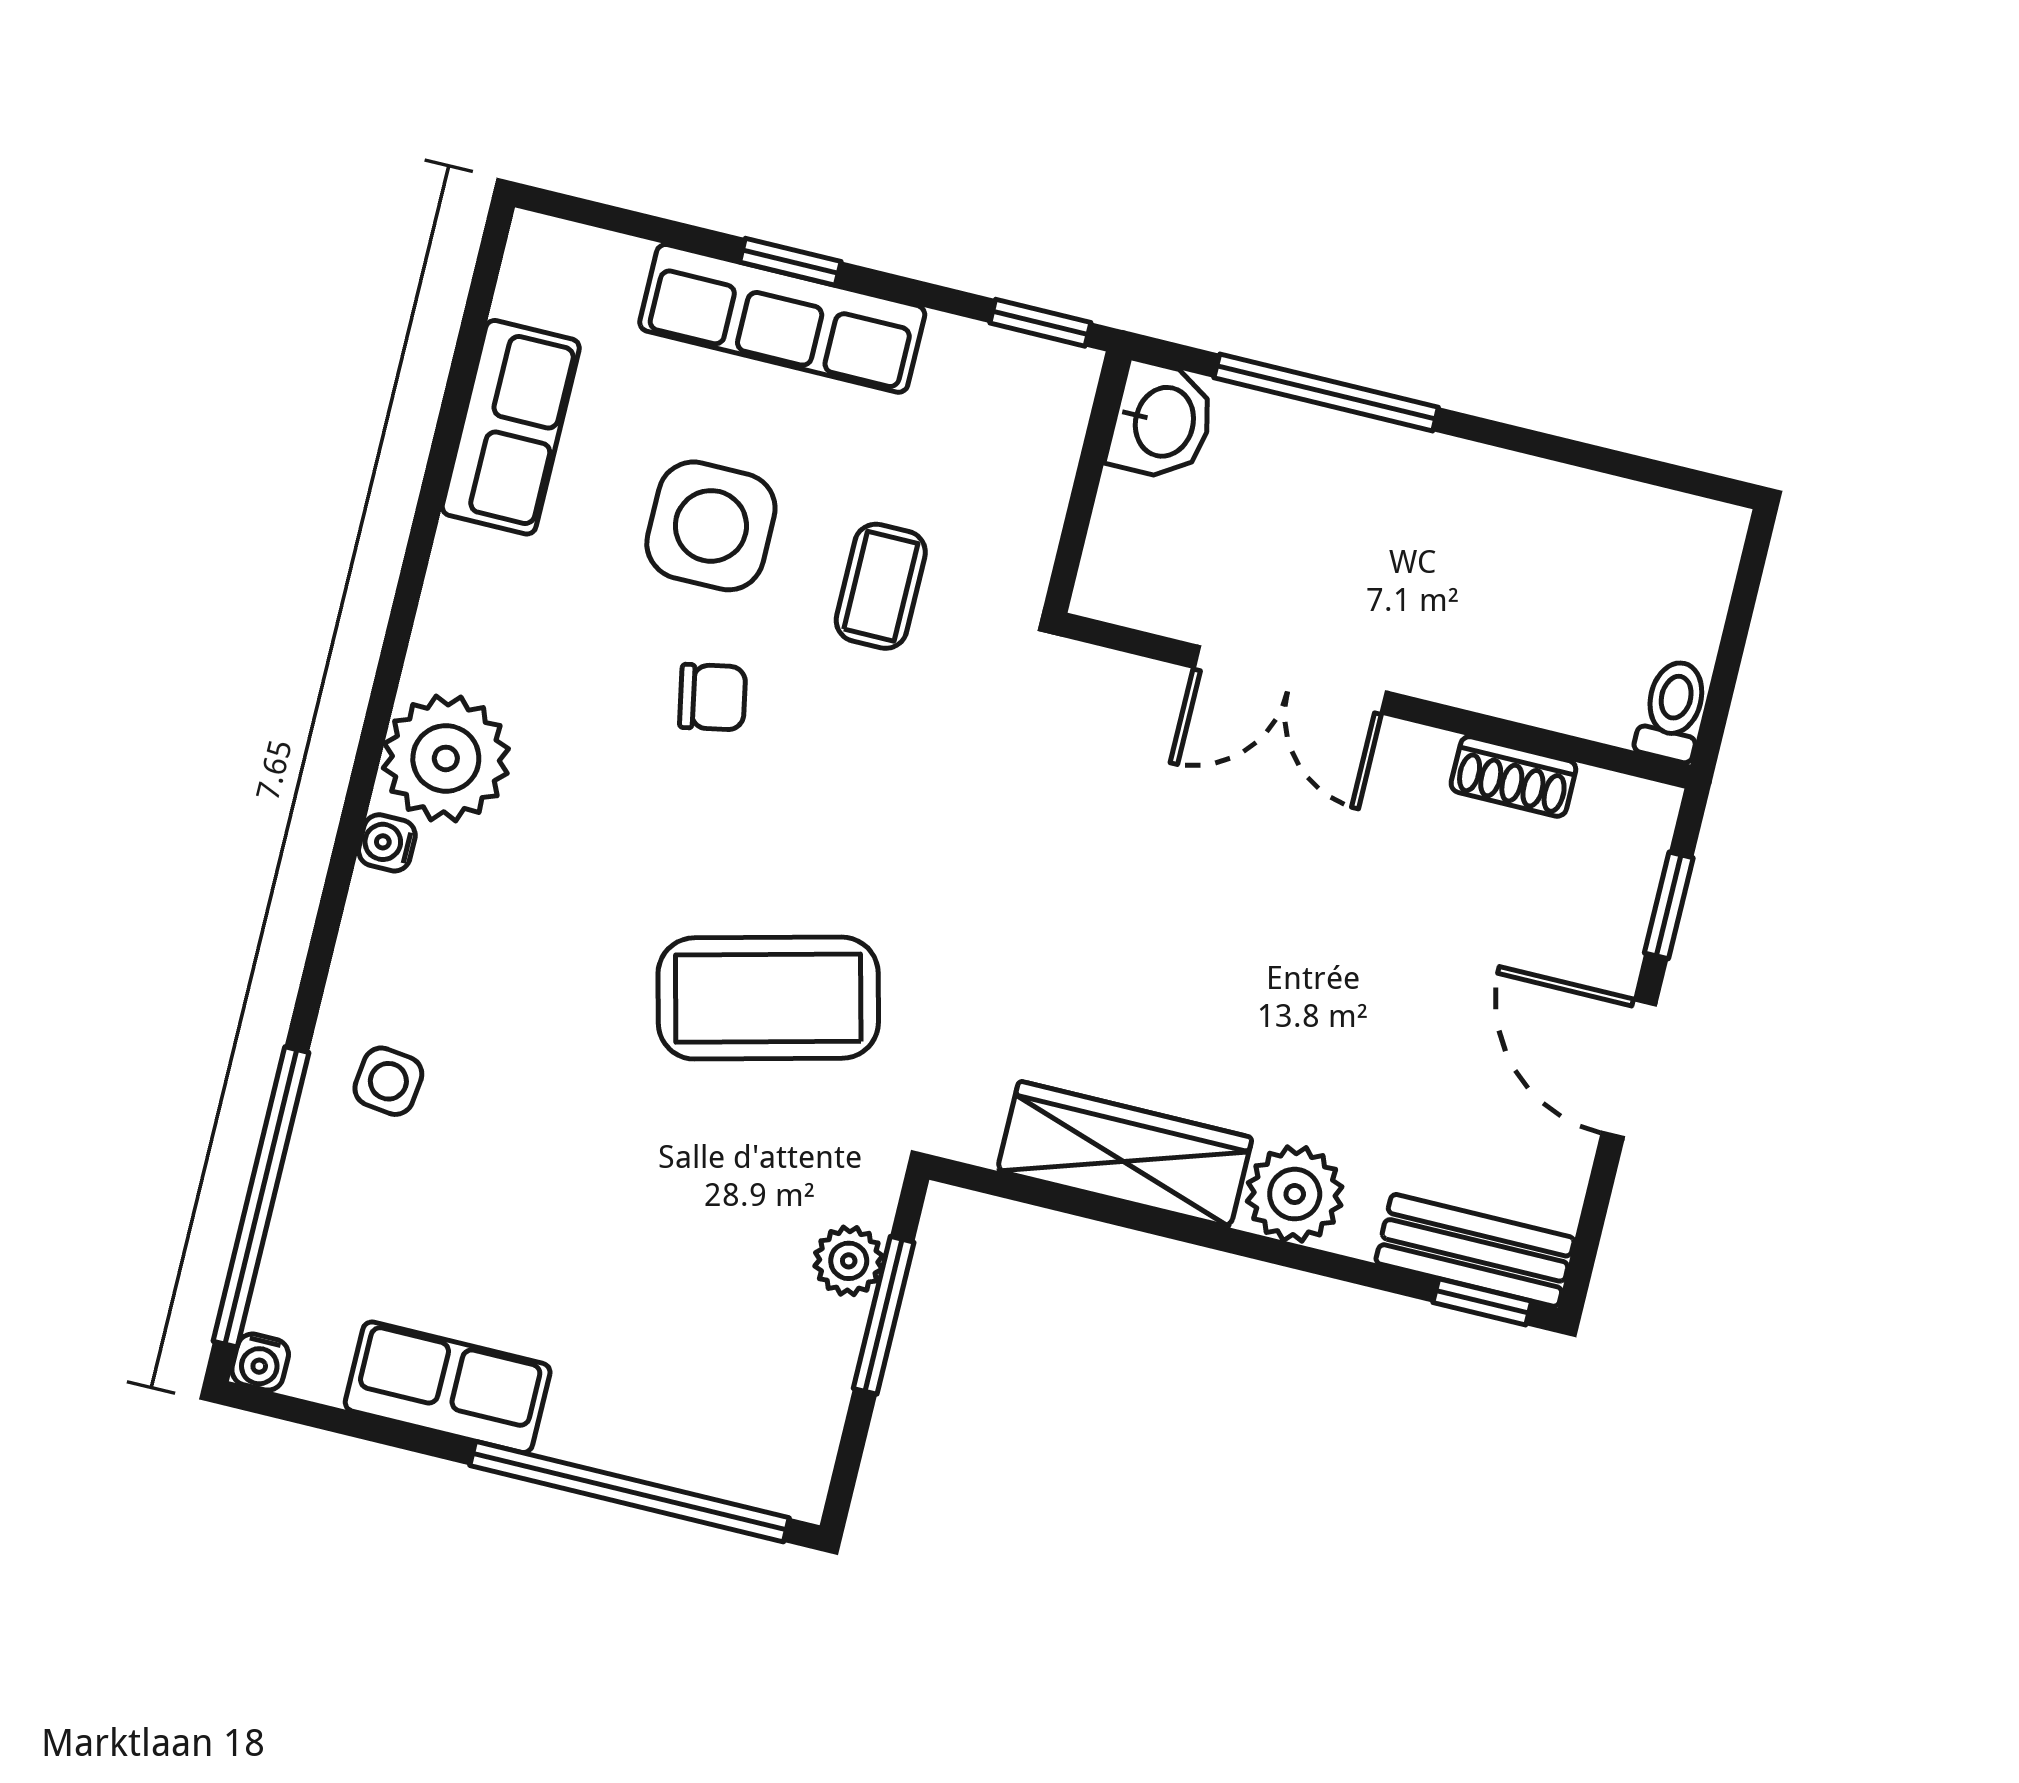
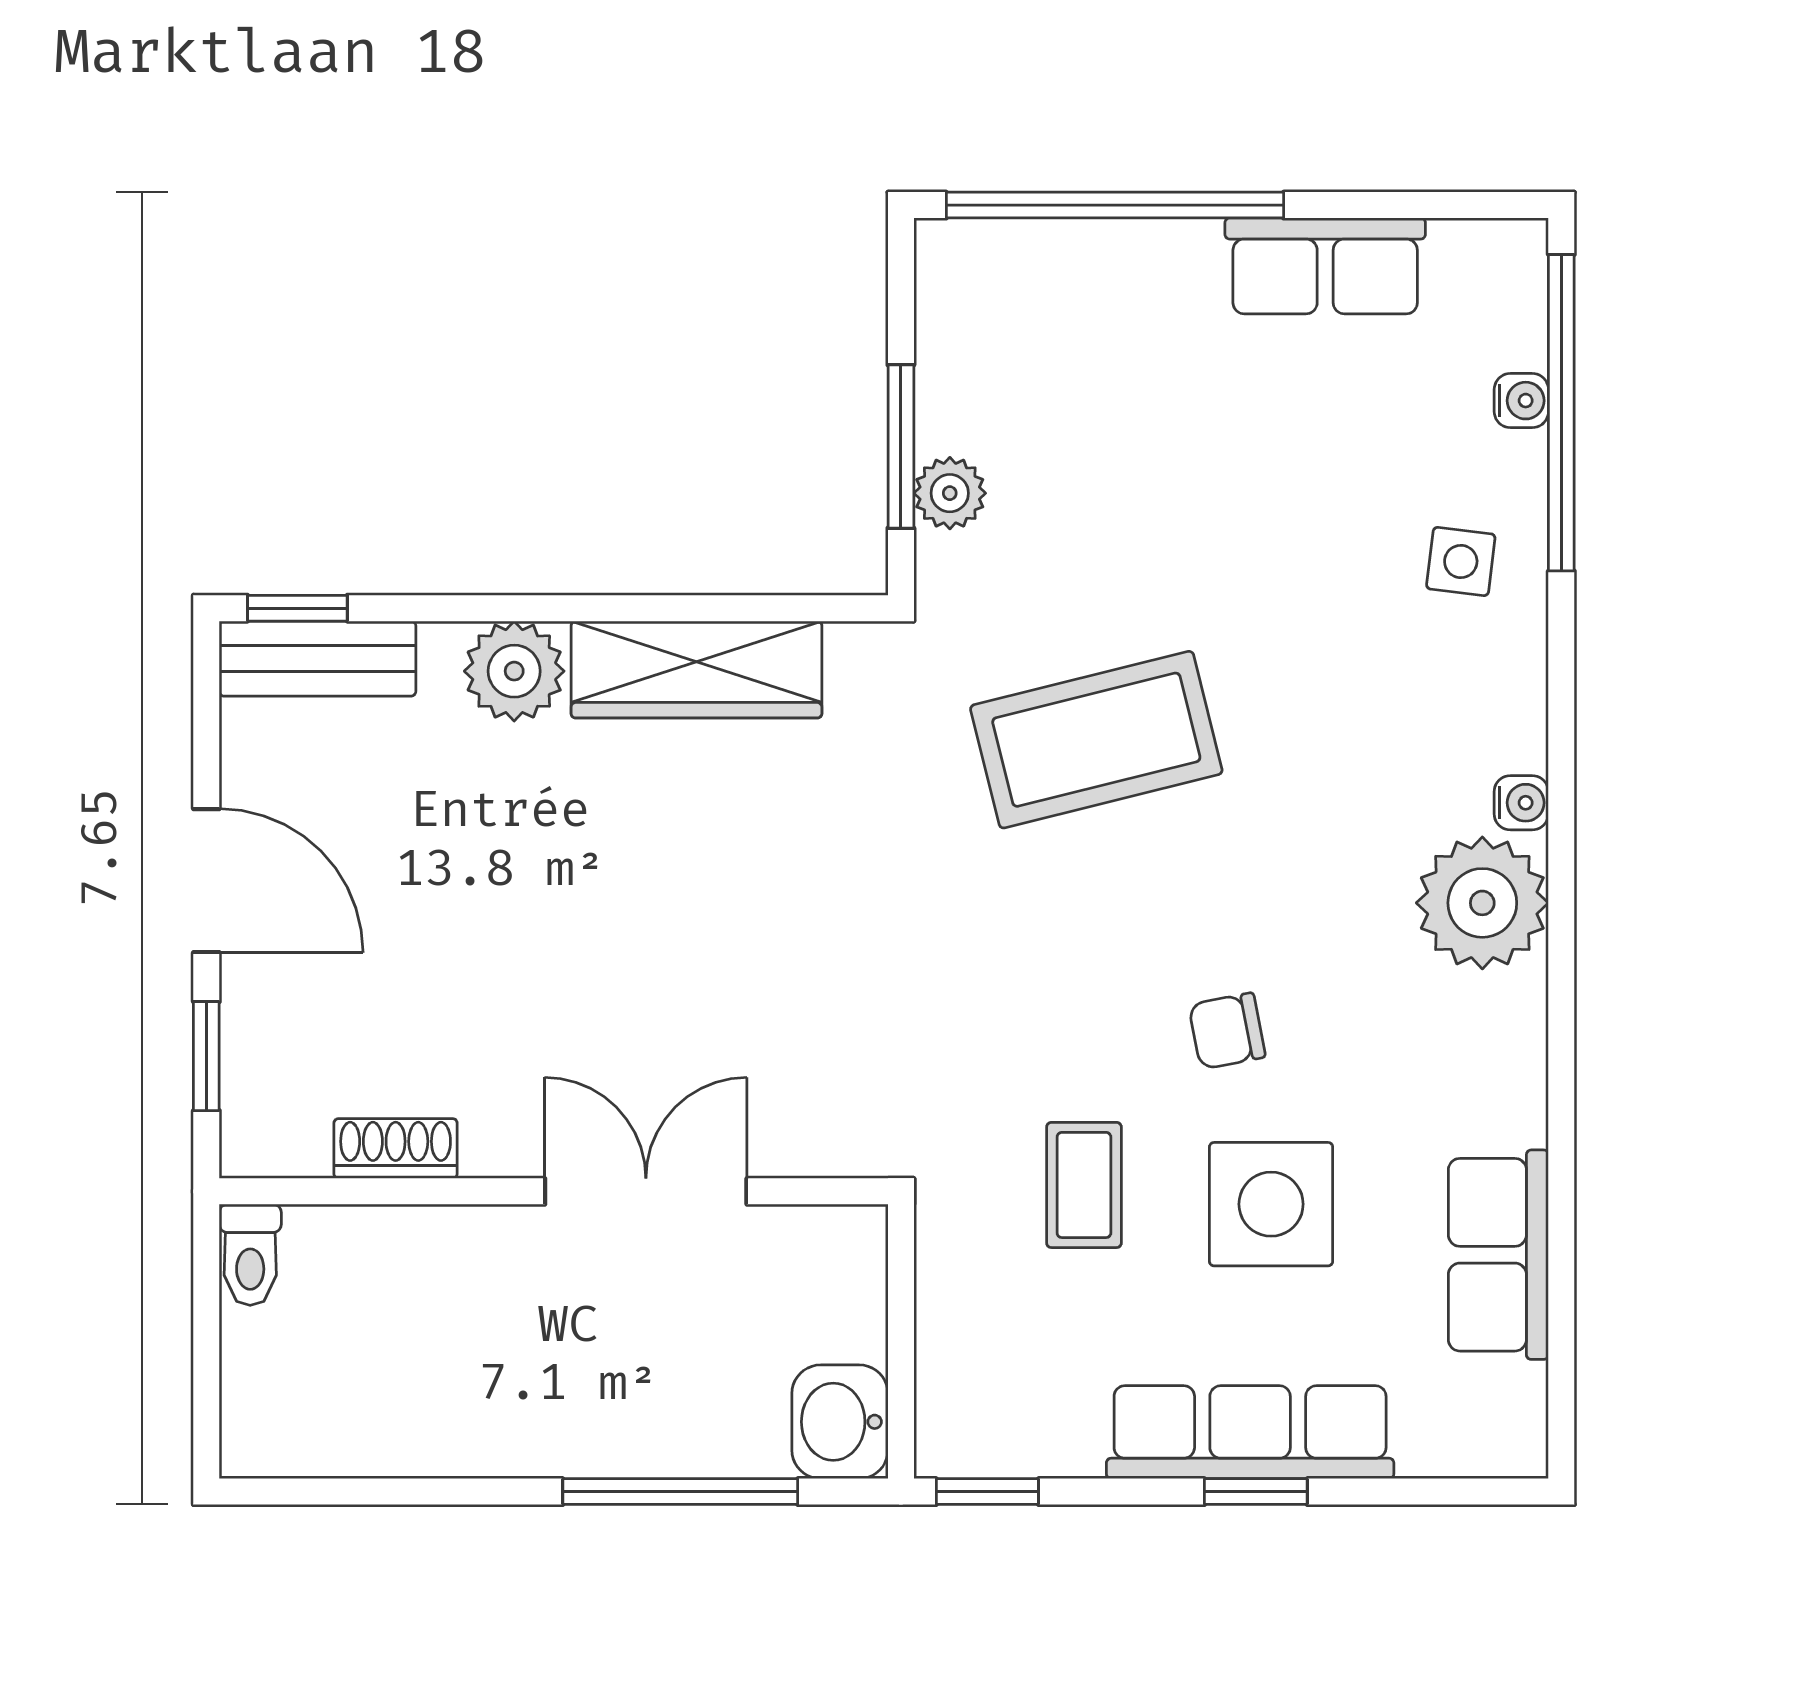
water cooler: (260, 1362) -> (1521, 401), moved, turned 90

